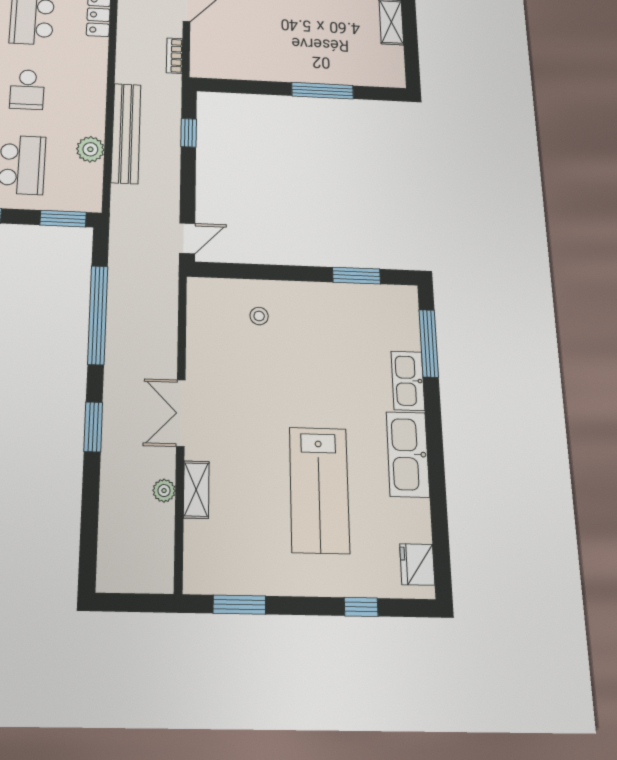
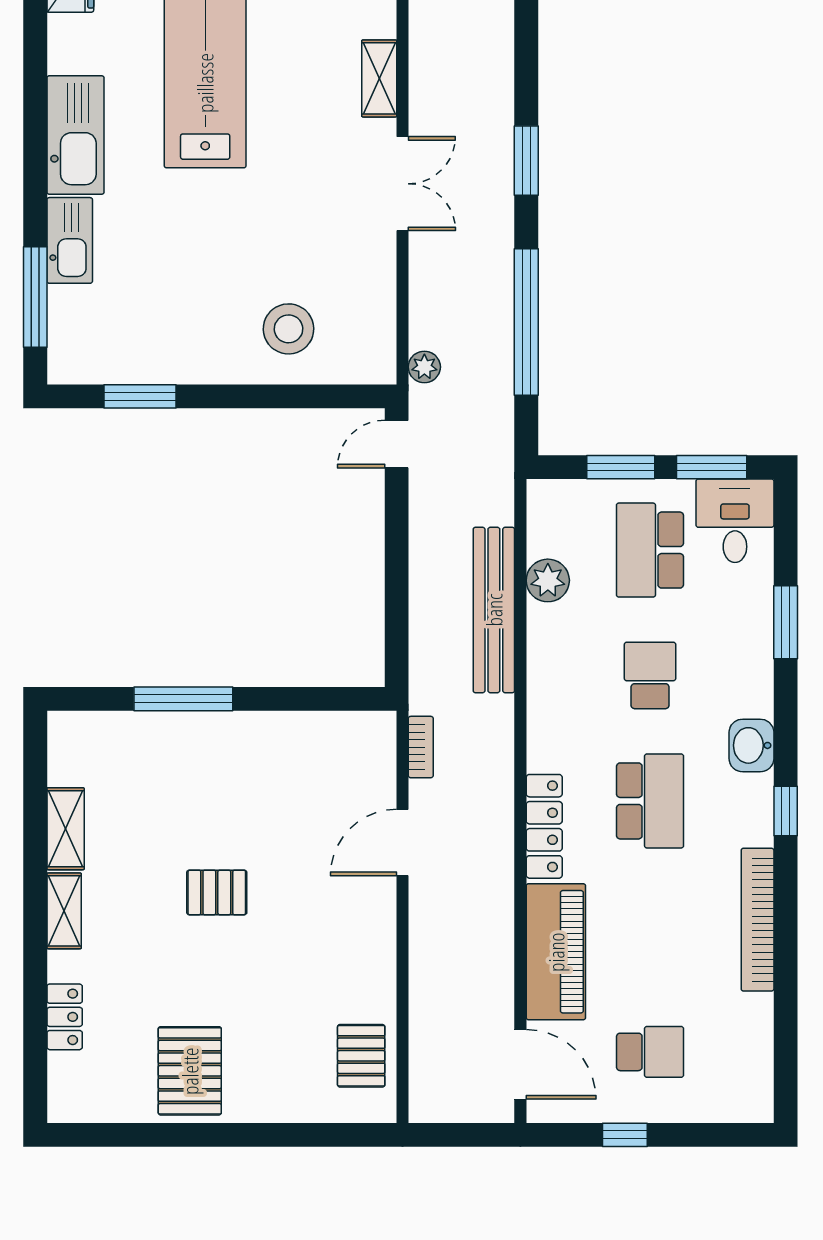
window: (189, 133) -> (397, 615), removed
window: (63, 219) -> (621, 467), moved
stool: (259, 316) -> (288, 329), width x1.89, depth x1.89
plant: (164, 491) -> (424, 367), moved

